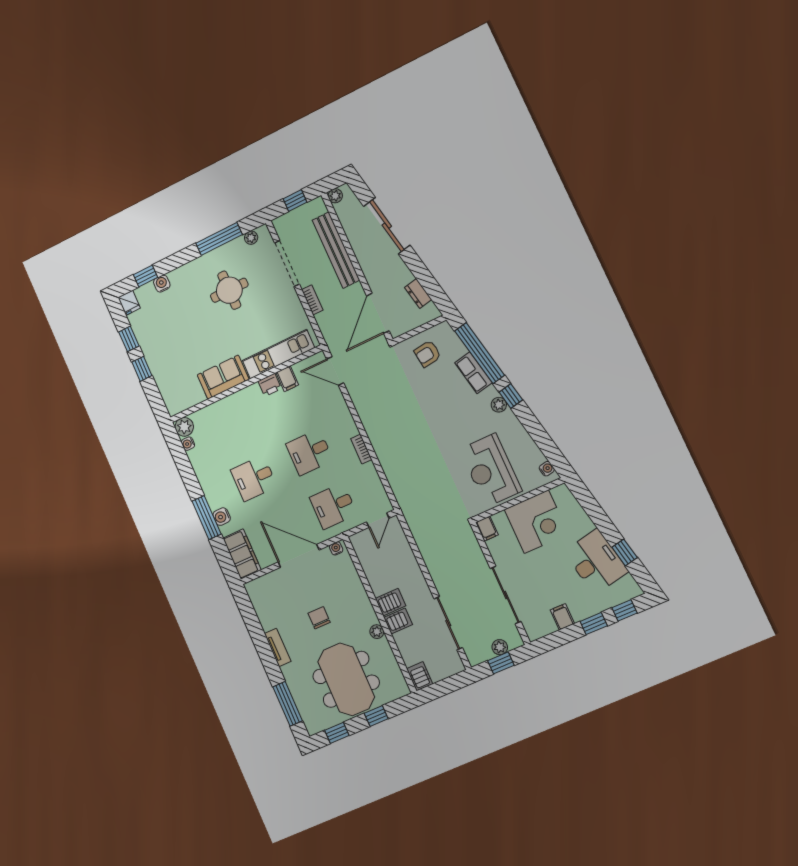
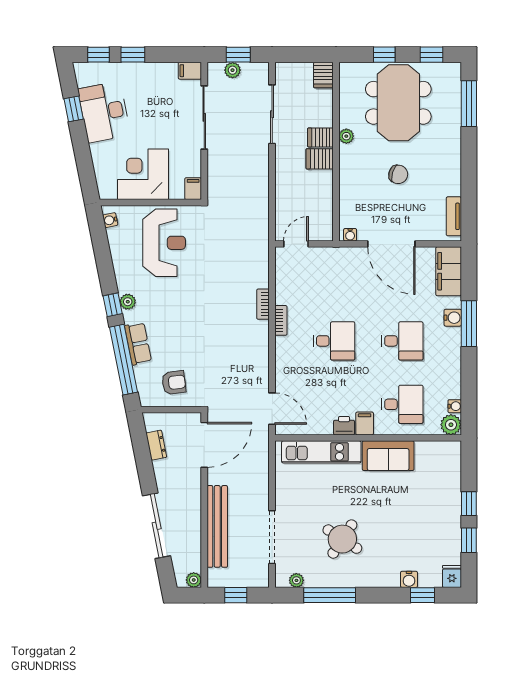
round table: (229, 290) -> (342, 539), turned 33
bookcase: (312, 300) -> (263, 304), moved
filing cabinet: (287, 379) -> (365, 423), moved
desk: (333, 506) -> (402, 404), moved
filing cabinet: (562, 617) -> (190, 71), moved, turned 90
chair: (319, 618) -> (398, 174), turned -73
tv unit: (278, 647) -> (454, 216), moved

